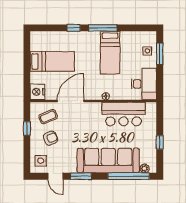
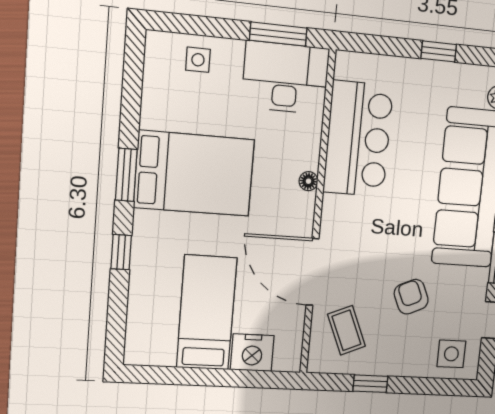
window: (103, 28) -> (126, 175), width x0.69
bed: (110, 53) -> (194, 173), width x1.50
window: (160, 54) -> (278, 34), moved
nightstand: (37, 92) -> (252, 353), moved
armchair: (51, 138) -> (411, 297), moved

